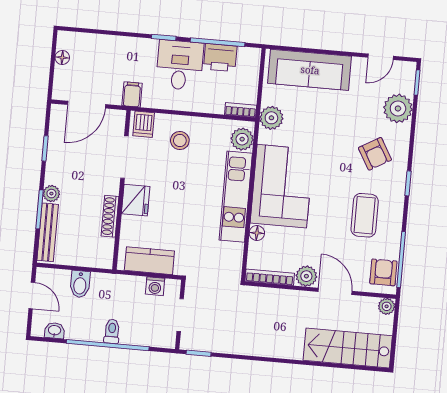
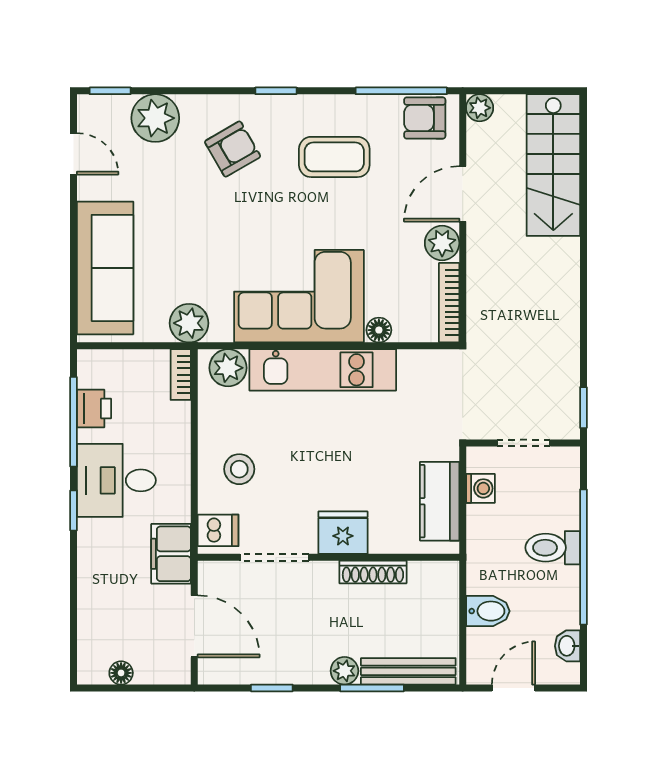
printer: (220, 58) -> (94, 409), width x0.73, depth x0.81
filing cabinet: (132, 94) -> (171, 554), width x2.00
toilet: (112, 331) -> (553, 548), width x1.37, depth x1.39

